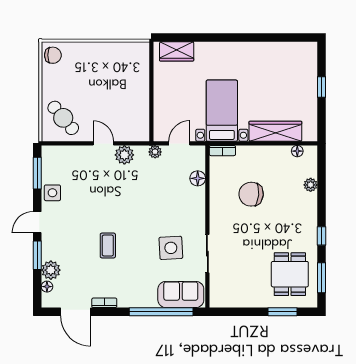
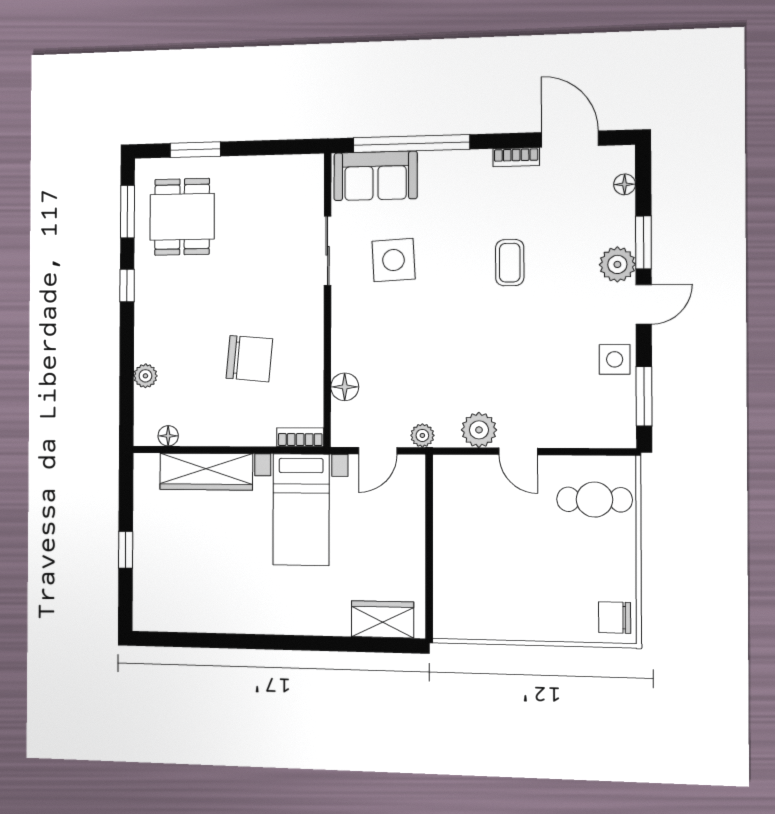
cafe table: (63, 118) -> (594, 500), turned -50
plant: (51, 270) -> (617, 264), moved

